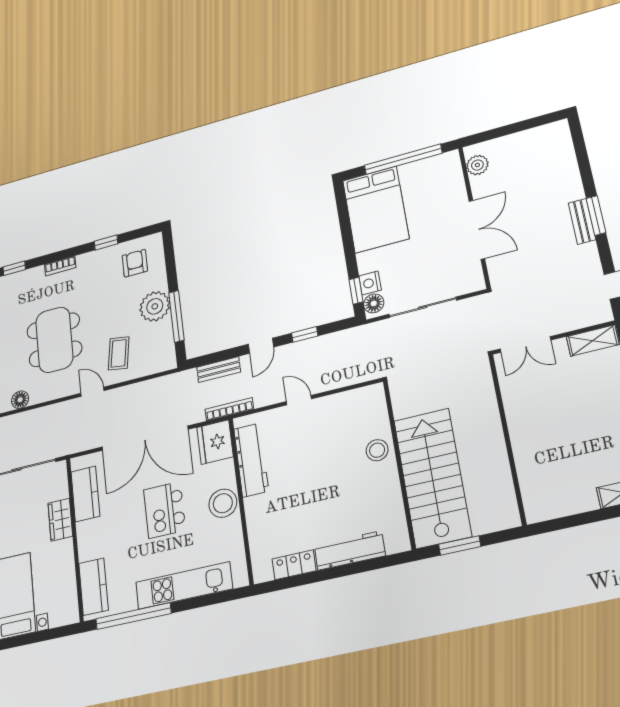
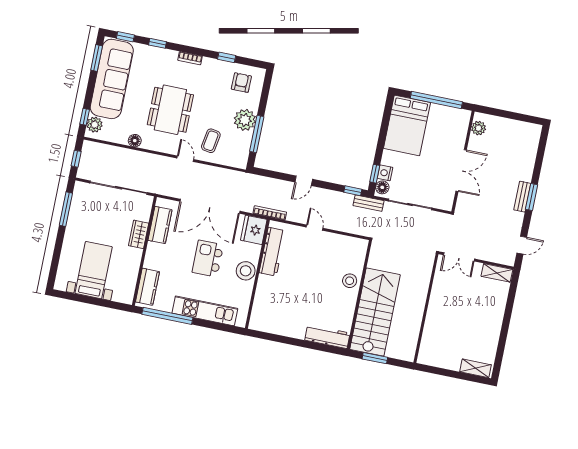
window: (305, 334) -> (353, 191), moved
bench: (219, 370) -> (369, 203), moved
workbench: (350, 550) -> (327, 337), moved
locker: (294, 565) -> (276, 328), removed

